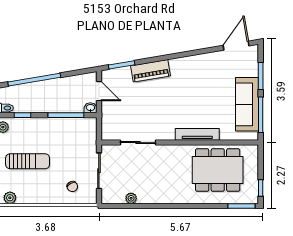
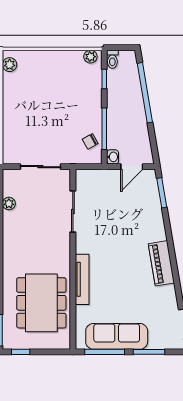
piano: (151, 71) -> (161, 263), moved
sun lounger: (28, 161) -> (51, 85), removed
chair: (72, 187) -> (90, 141), moved

